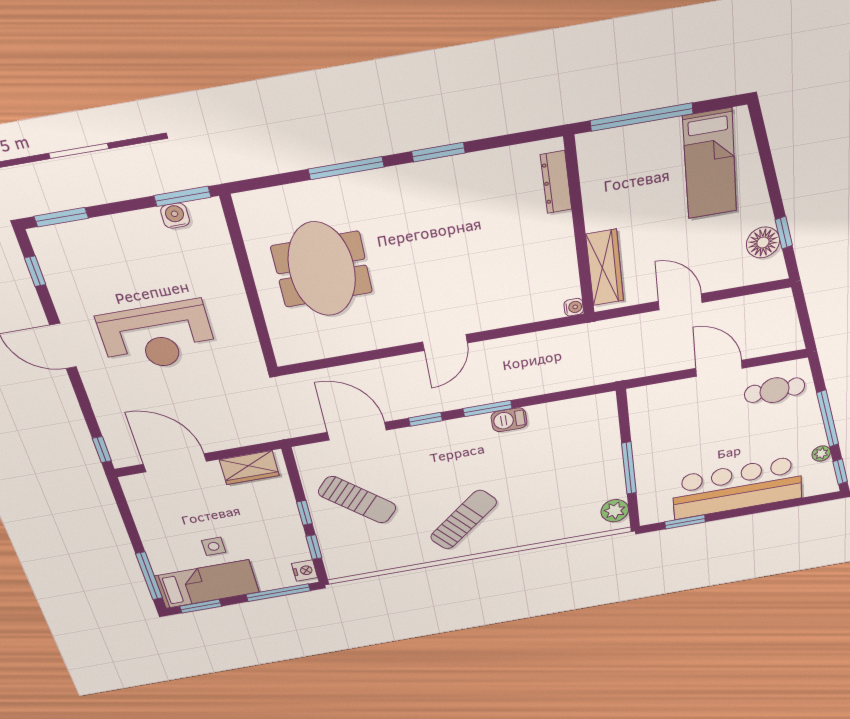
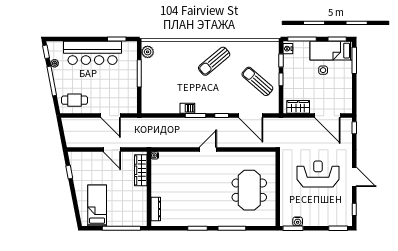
floor lamp: (763, 242) -> (78, 169), removed
door: (719, 368) -> (111, 116), moved

